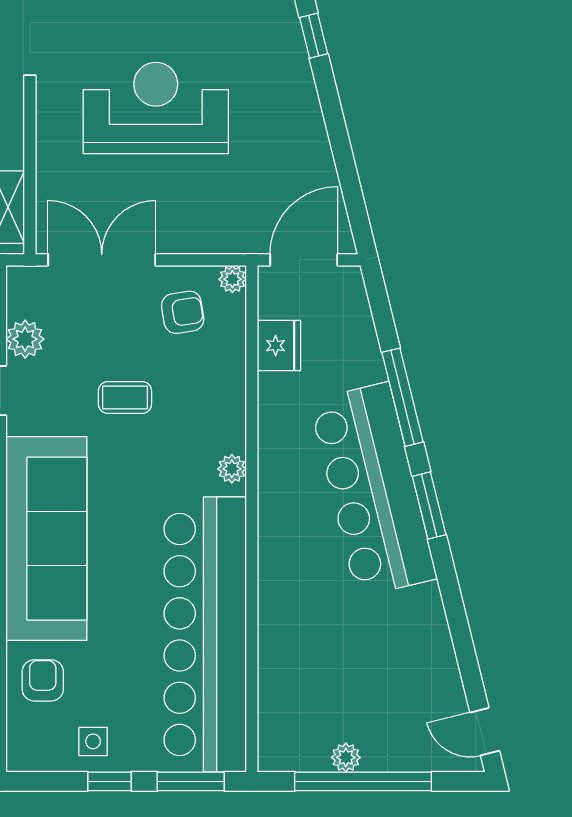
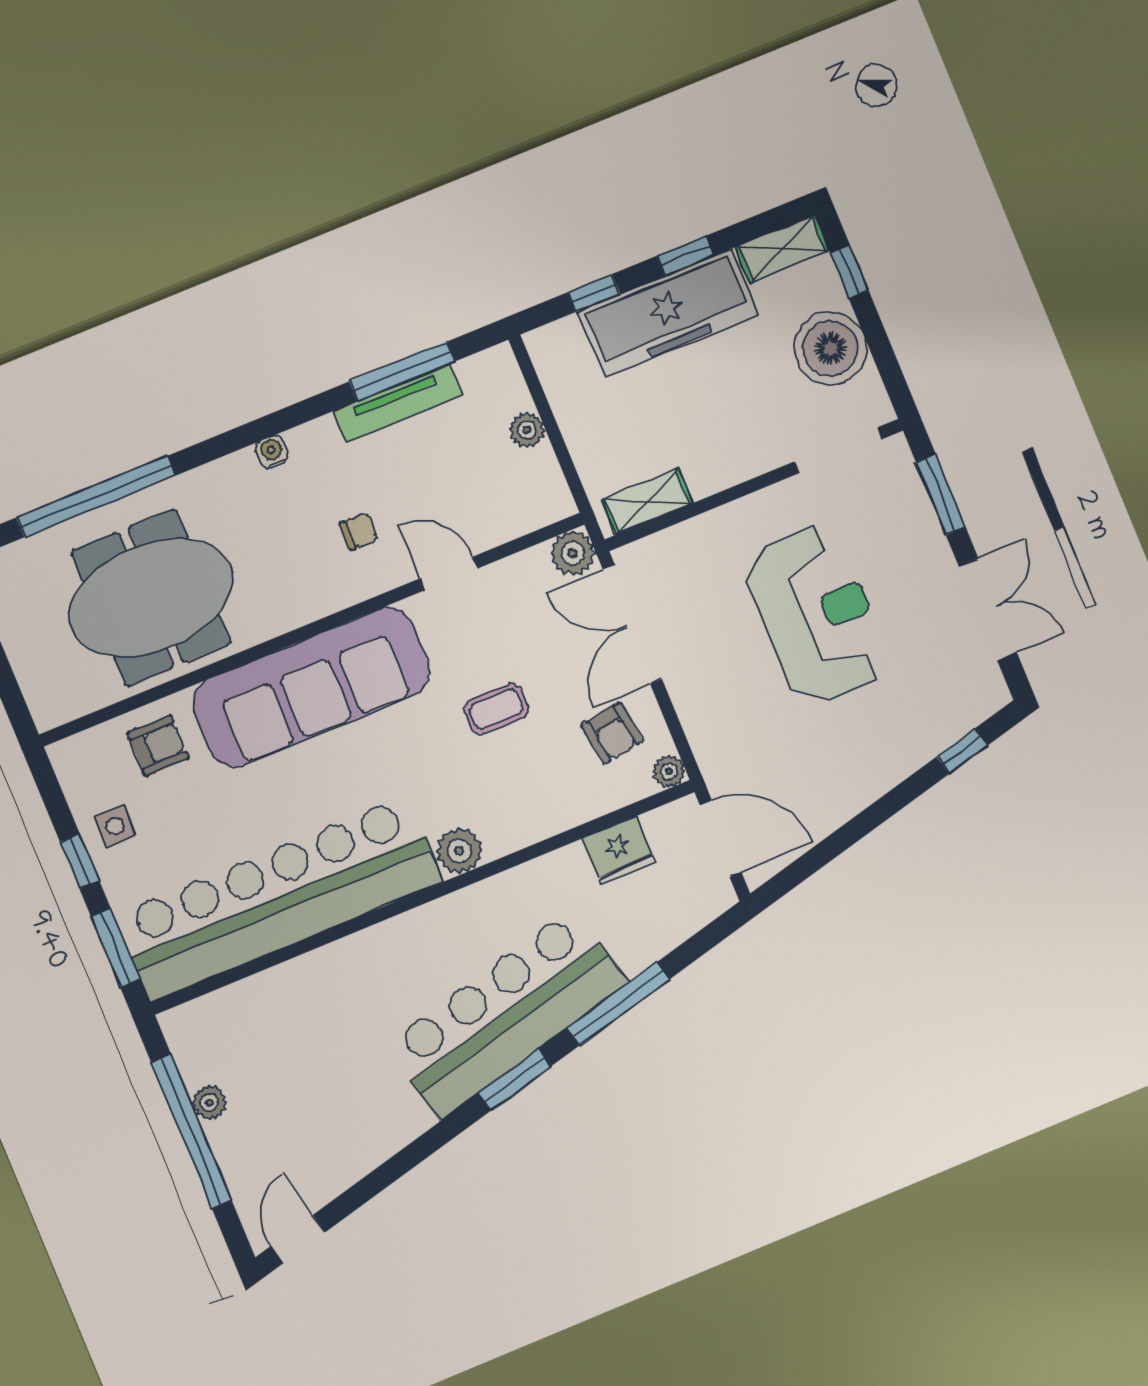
double door: (102, 260) -> (632, 624), swing flipped
plant: (25, 339) -> (573, 553), moved
coffee table: (125, 398) -> (496, 709), turned 90
plant: (232, 469) -> (459, 851), width x1.38, depth x1.38

